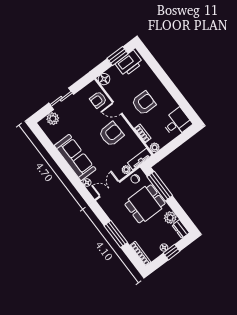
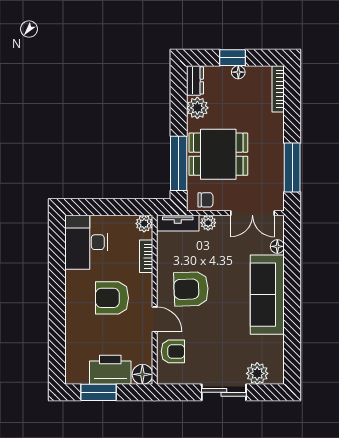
printer: (129, 63) -> (110, 370), moved
desk: (177, 123) -> (86, 242), width x1.37
window: (116, 234) -> (292, 167), moved

